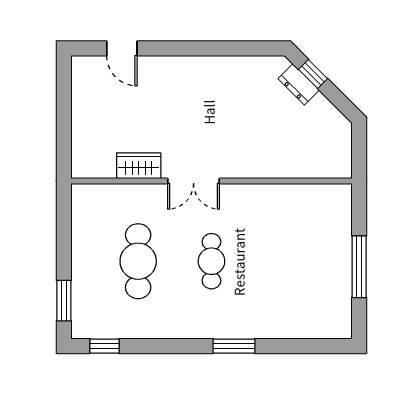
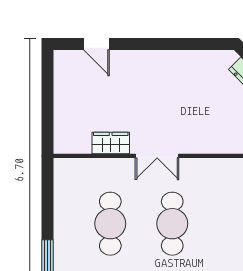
cafe table: (211, 261) -> (172, 224), width x1.37, depth x1.35

